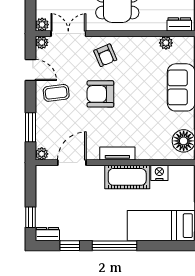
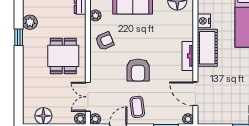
armchair: (105, 55) -> (105, 41), moved

